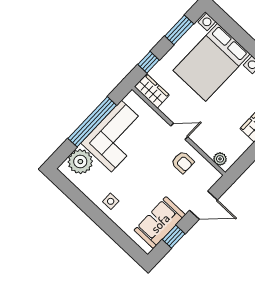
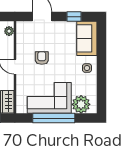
armchair: (183, 162) -> (42, 58), moved
sofa: (160, 223) -> (87, 38), moved, turned 90

